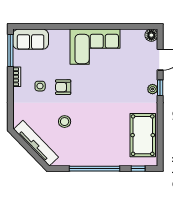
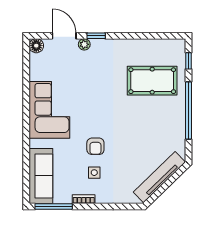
sofa: (31, 39) -> (41, 176), width x1.36
plant: (153, 89) -> (84, 44), moved
stool: (65, 122) -> (135, 145), removed
pool table: (143, 135) -> (152, 81), moved

